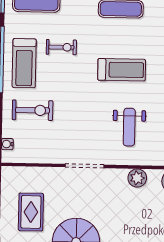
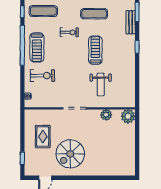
exercise bike: (61, 47) -> (69, 32), moved
treadmill: (122, 70) -> (95, 50), turned -90

